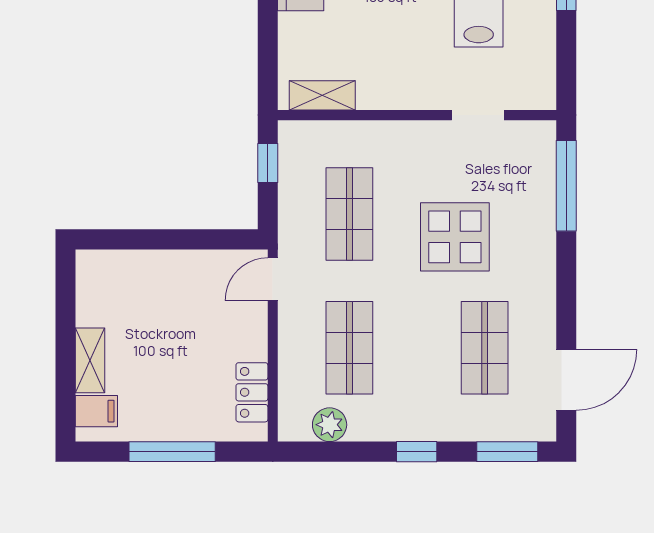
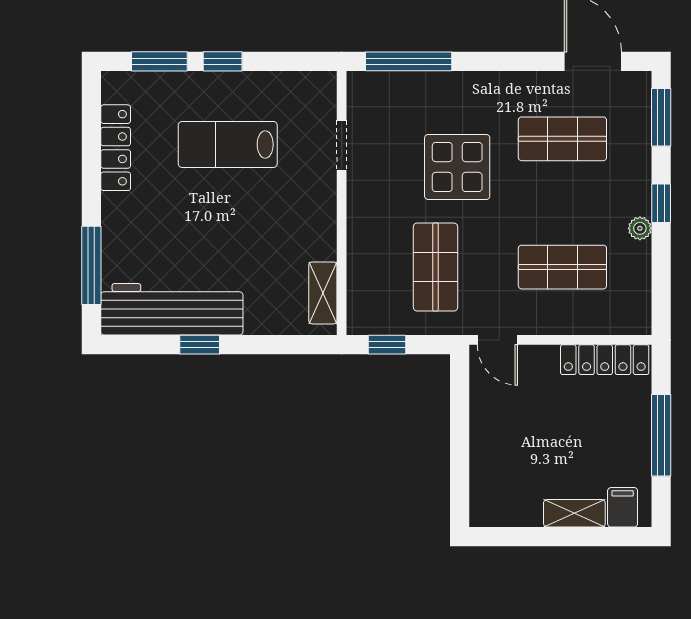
shop shelf: (349, 214) -> (436, 267), turned 90
locker: (252, 392) -> (605, 360), width x1.53
plant: (330, 425) -> (640, 228), moved, width x0.73, depth x0.73

